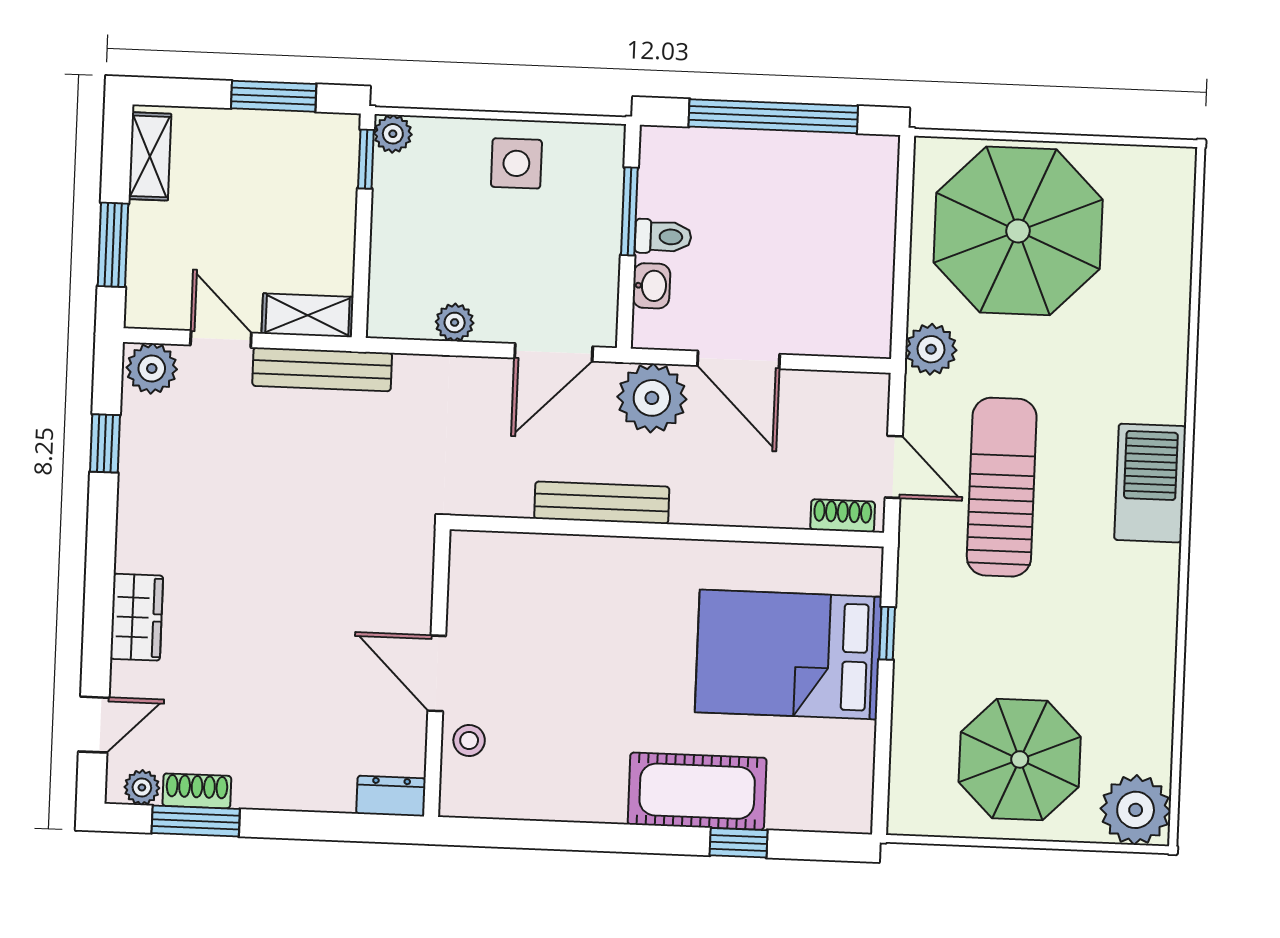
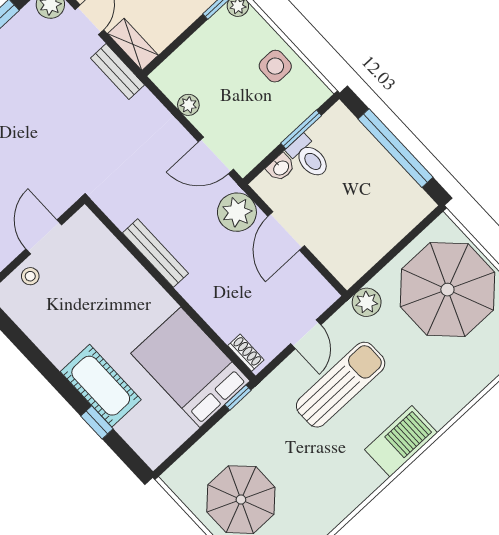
toilet: (663, 237) -> (309, 157), width x1.37, depth x1.39
bench: (322, 369) -> (118, 72), width x0.73
bench: (602, 503) -> (156, 253), moved
shoe rack: (843, 516) -> (246, 353), moved
wall: (667, 531) -> (170, 290), moved

